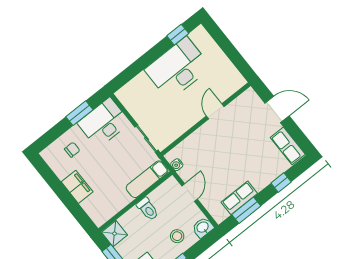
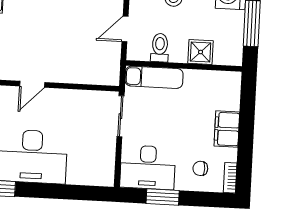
bookcase: (50, 160) -> (230, 178), added
water cooler: (177, 165) -> (114, 66), removed
toilet: (148, 209) -> (160, 48), moved
shower: (115, 234) -> (201, 52), moved

